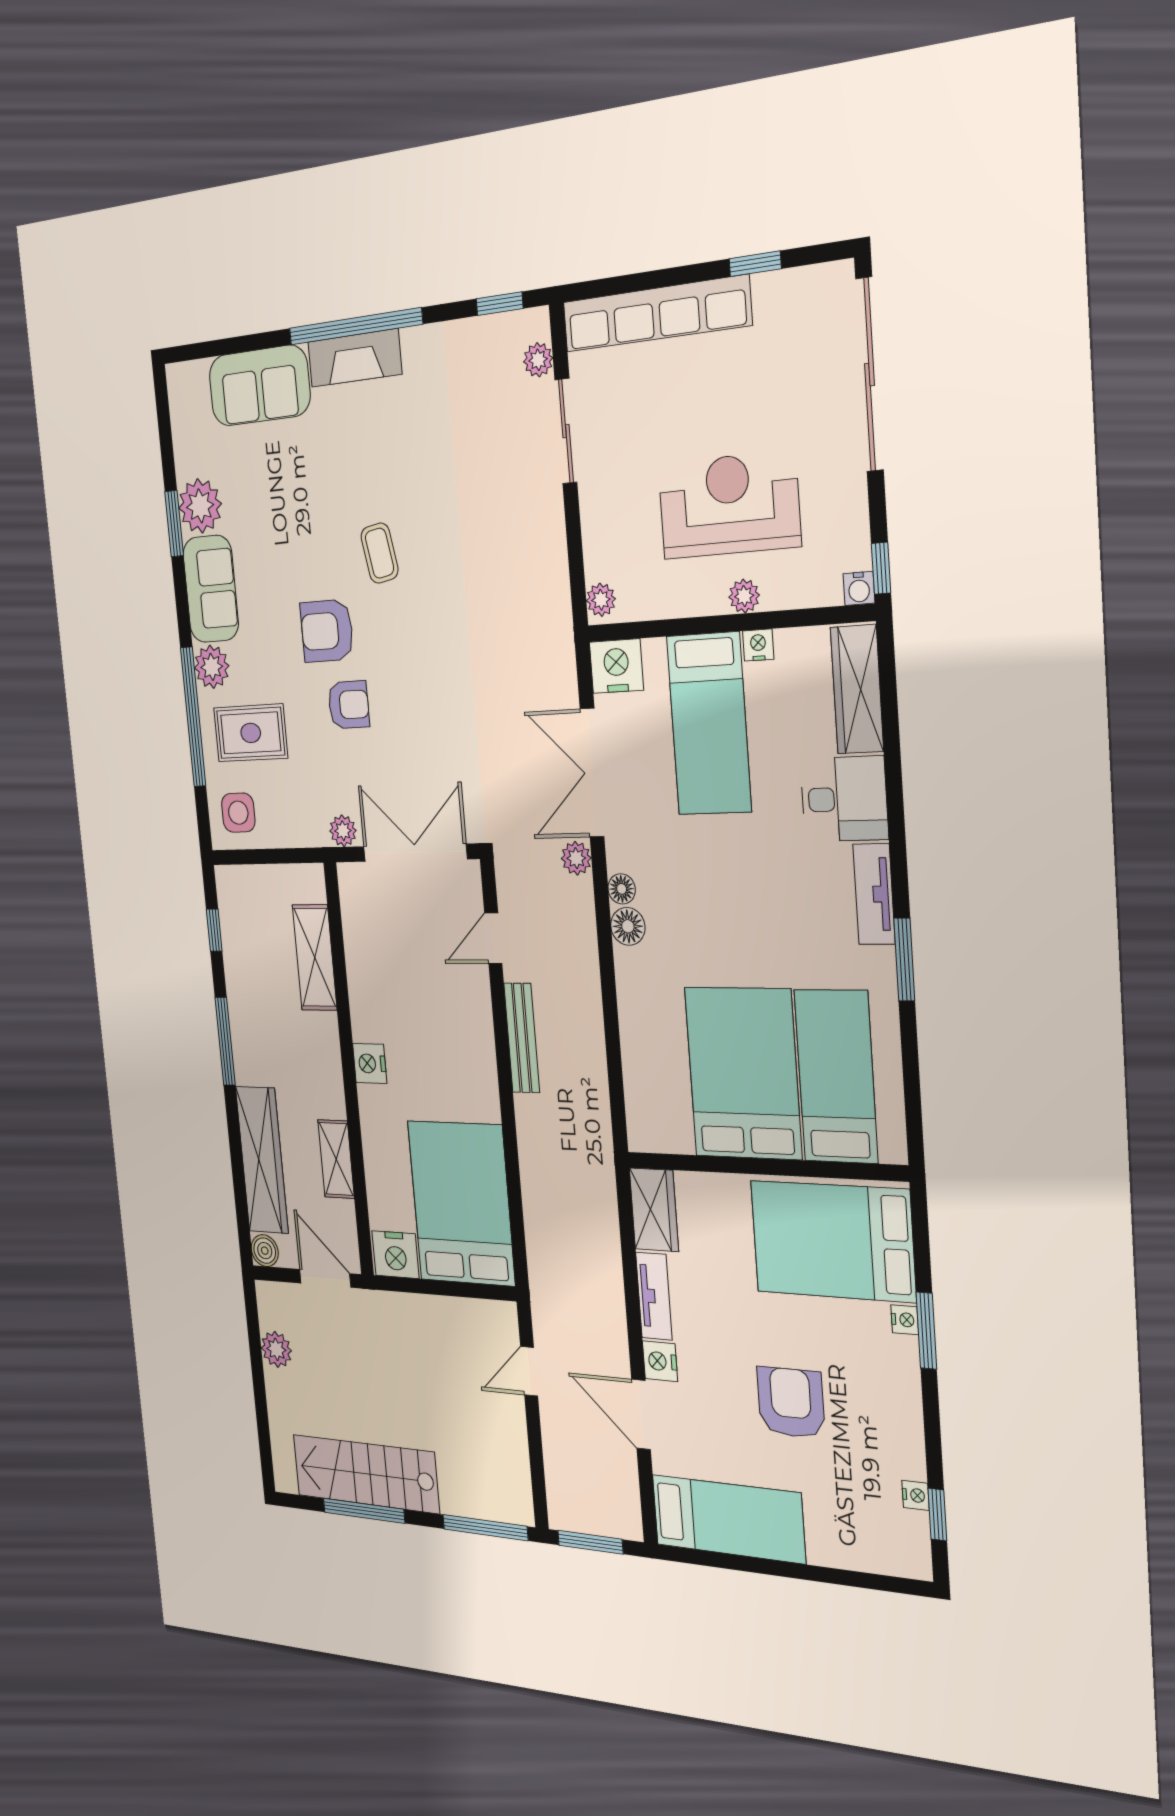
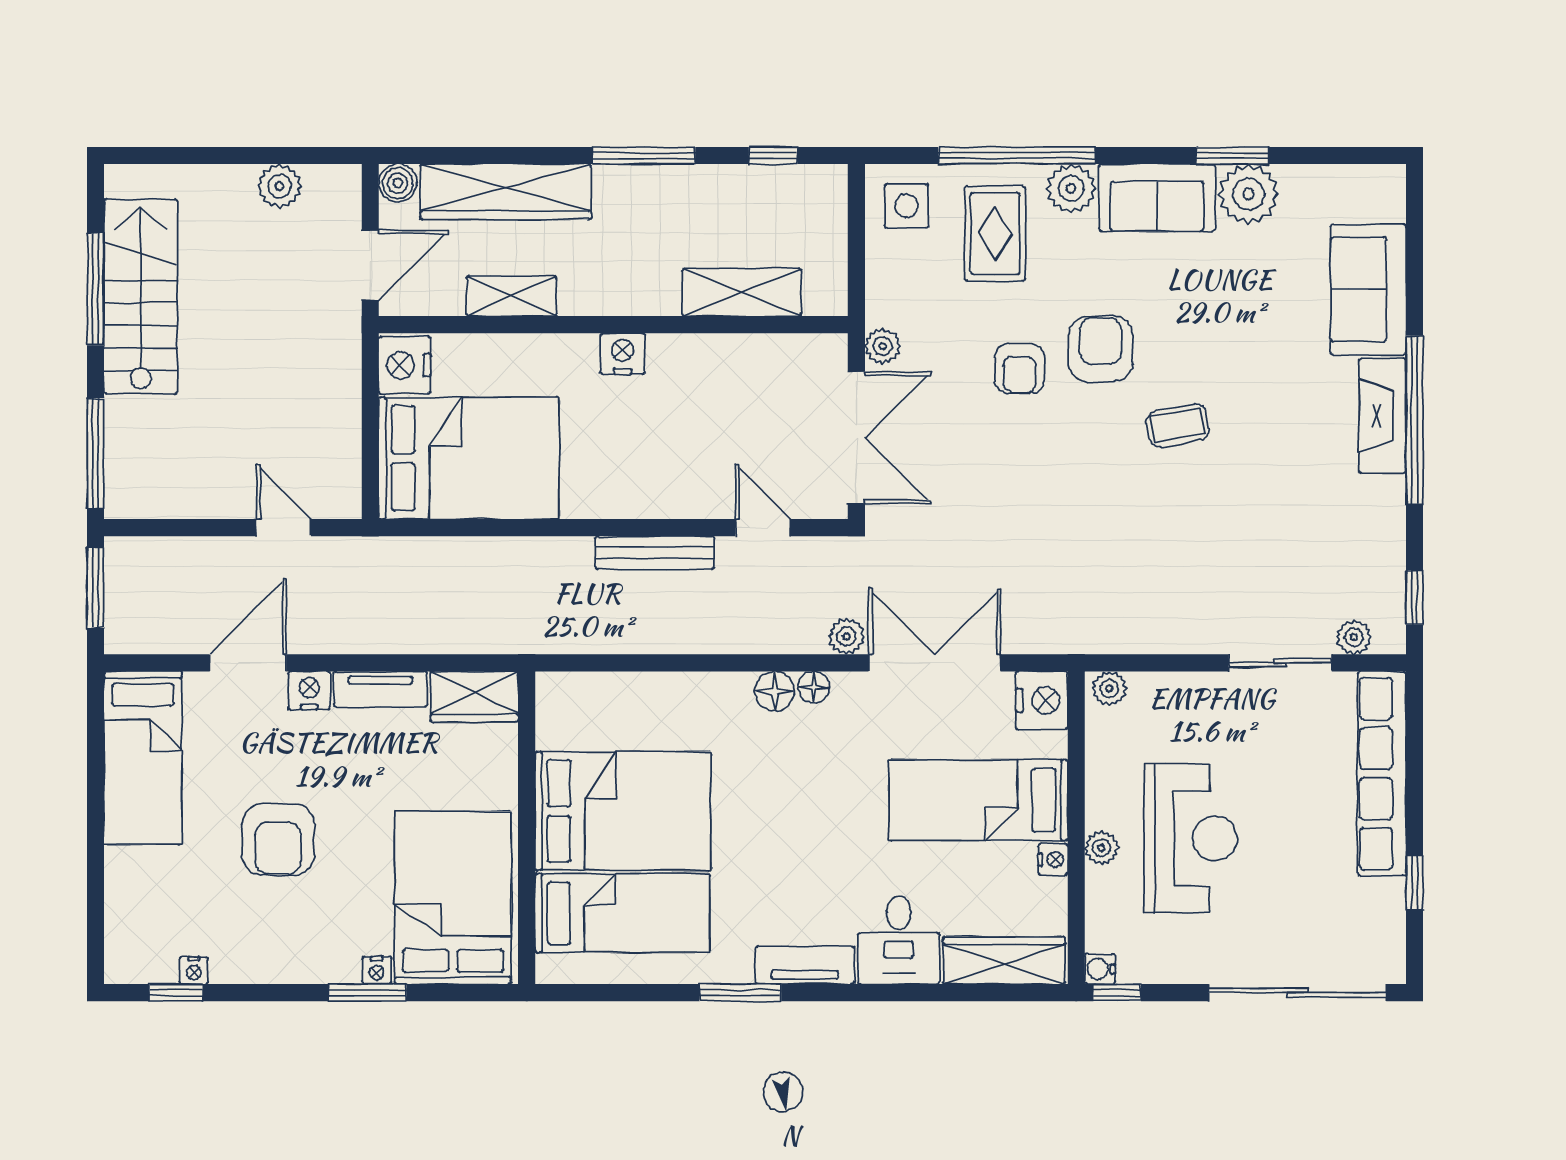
armchair: (791, 1403) -> (278, 840), turned 90

